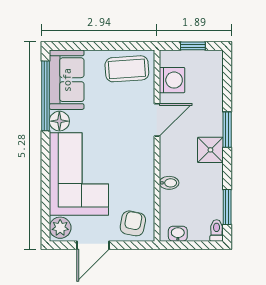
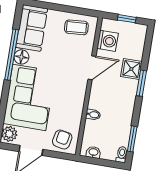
coffee table: (127, 69) -> (76, 27), width x0.73, depth x0.77
window: (45, 96) -> (12, 55), moved
shower: (210, 150) -> (131, 69), moved

